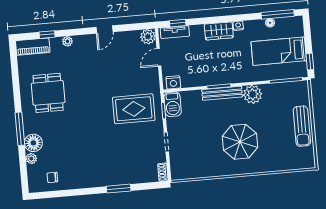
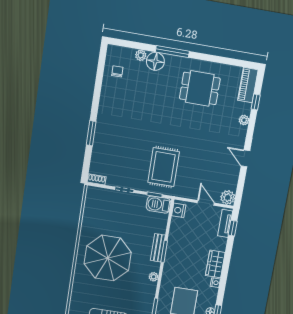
bench: (222, 93) -> (158, 248), width x0.73
plant: (253, 94) -> (154, 277), width x0.53, depth x0.53
parasol: (240, 142) -> (108, 258), width x1.36, depth x1.36

